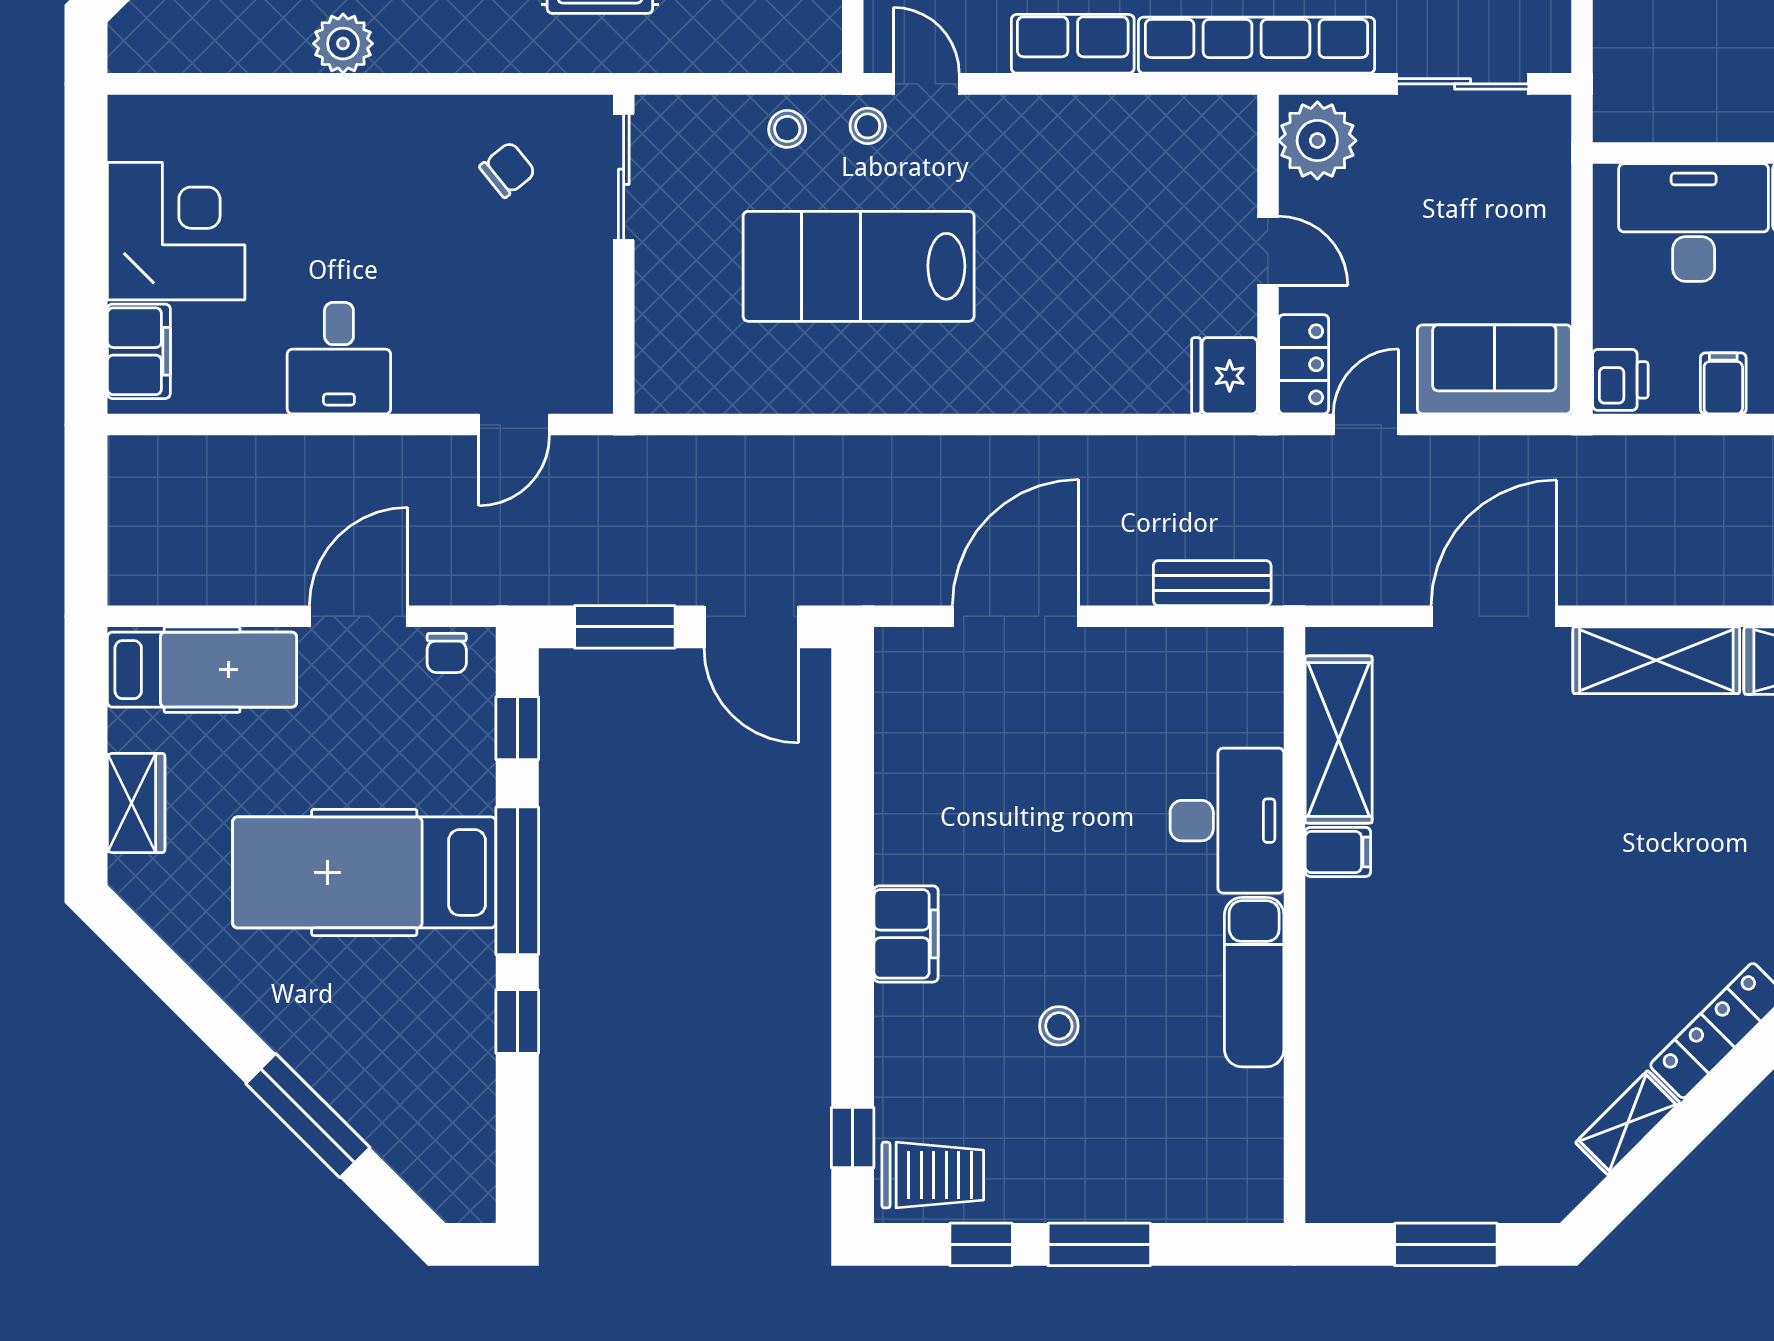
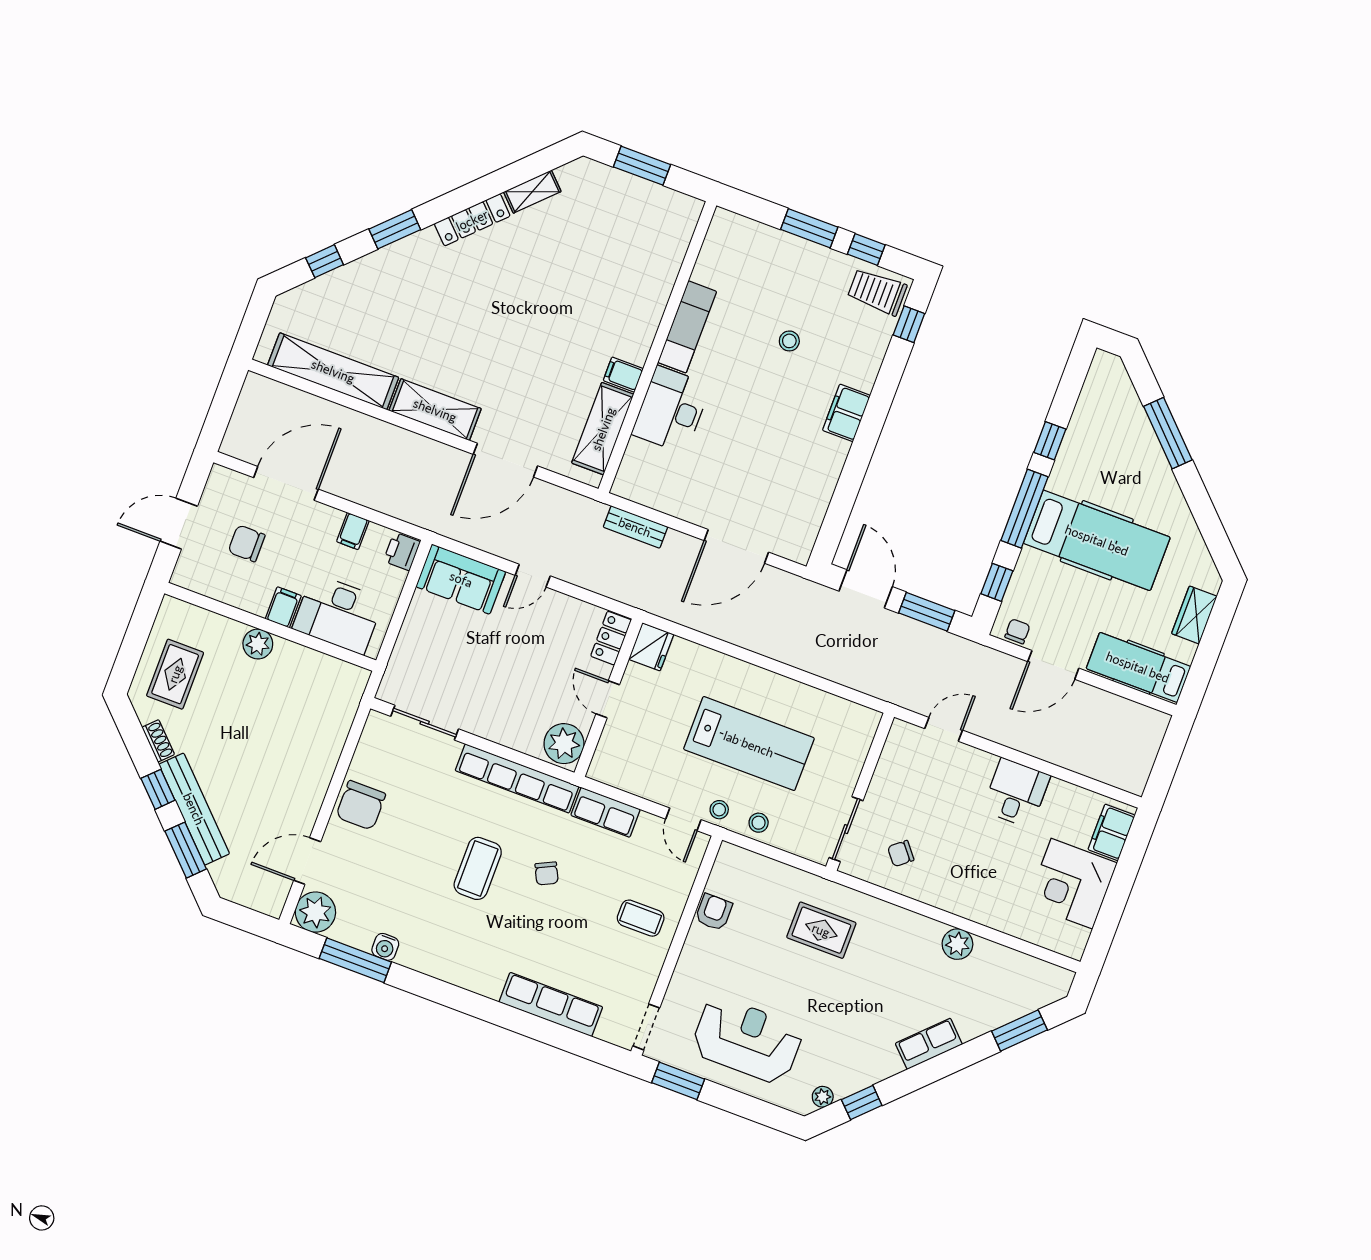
plant: (1317, 141) -> (564, 744), moved
door: (1268, 251) -> (608, 699), moved
wall: (1268, 254) -> (608, 698), moved
locker: (1304, 364) -> (611, 638), moved
fridge: (1224, 376) -> (651, 647), moved

